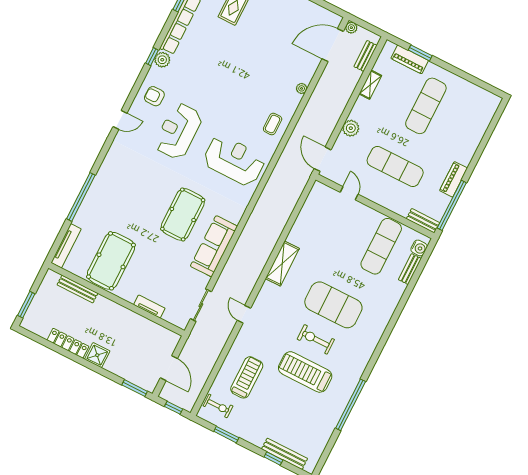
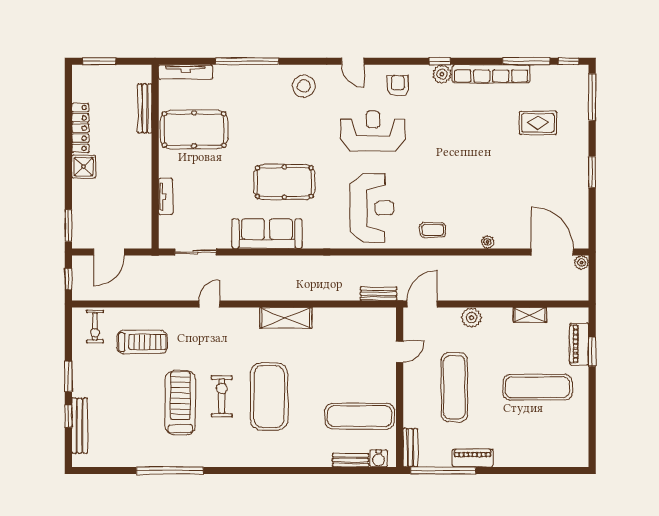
bench: (365, 56) -> (379, 294), moved
stool: (120, 165) -> (304, 86), added
window: (226, 435) -> (68, 376), moved

